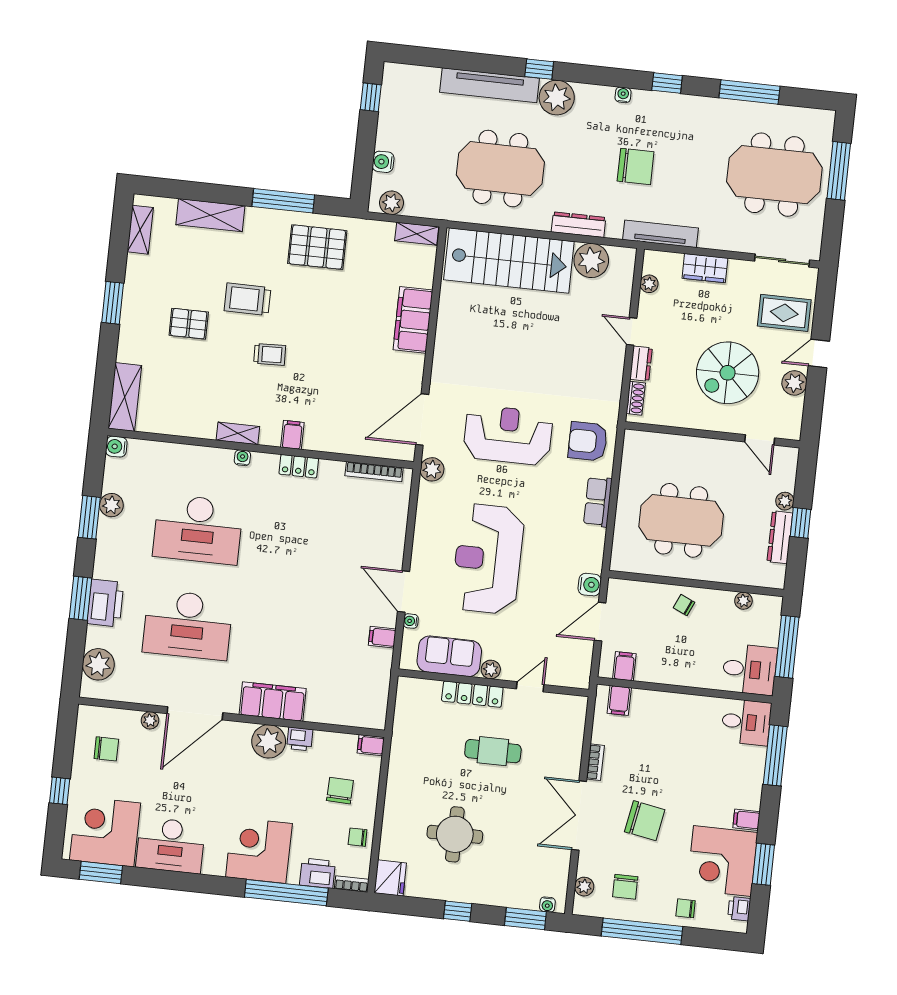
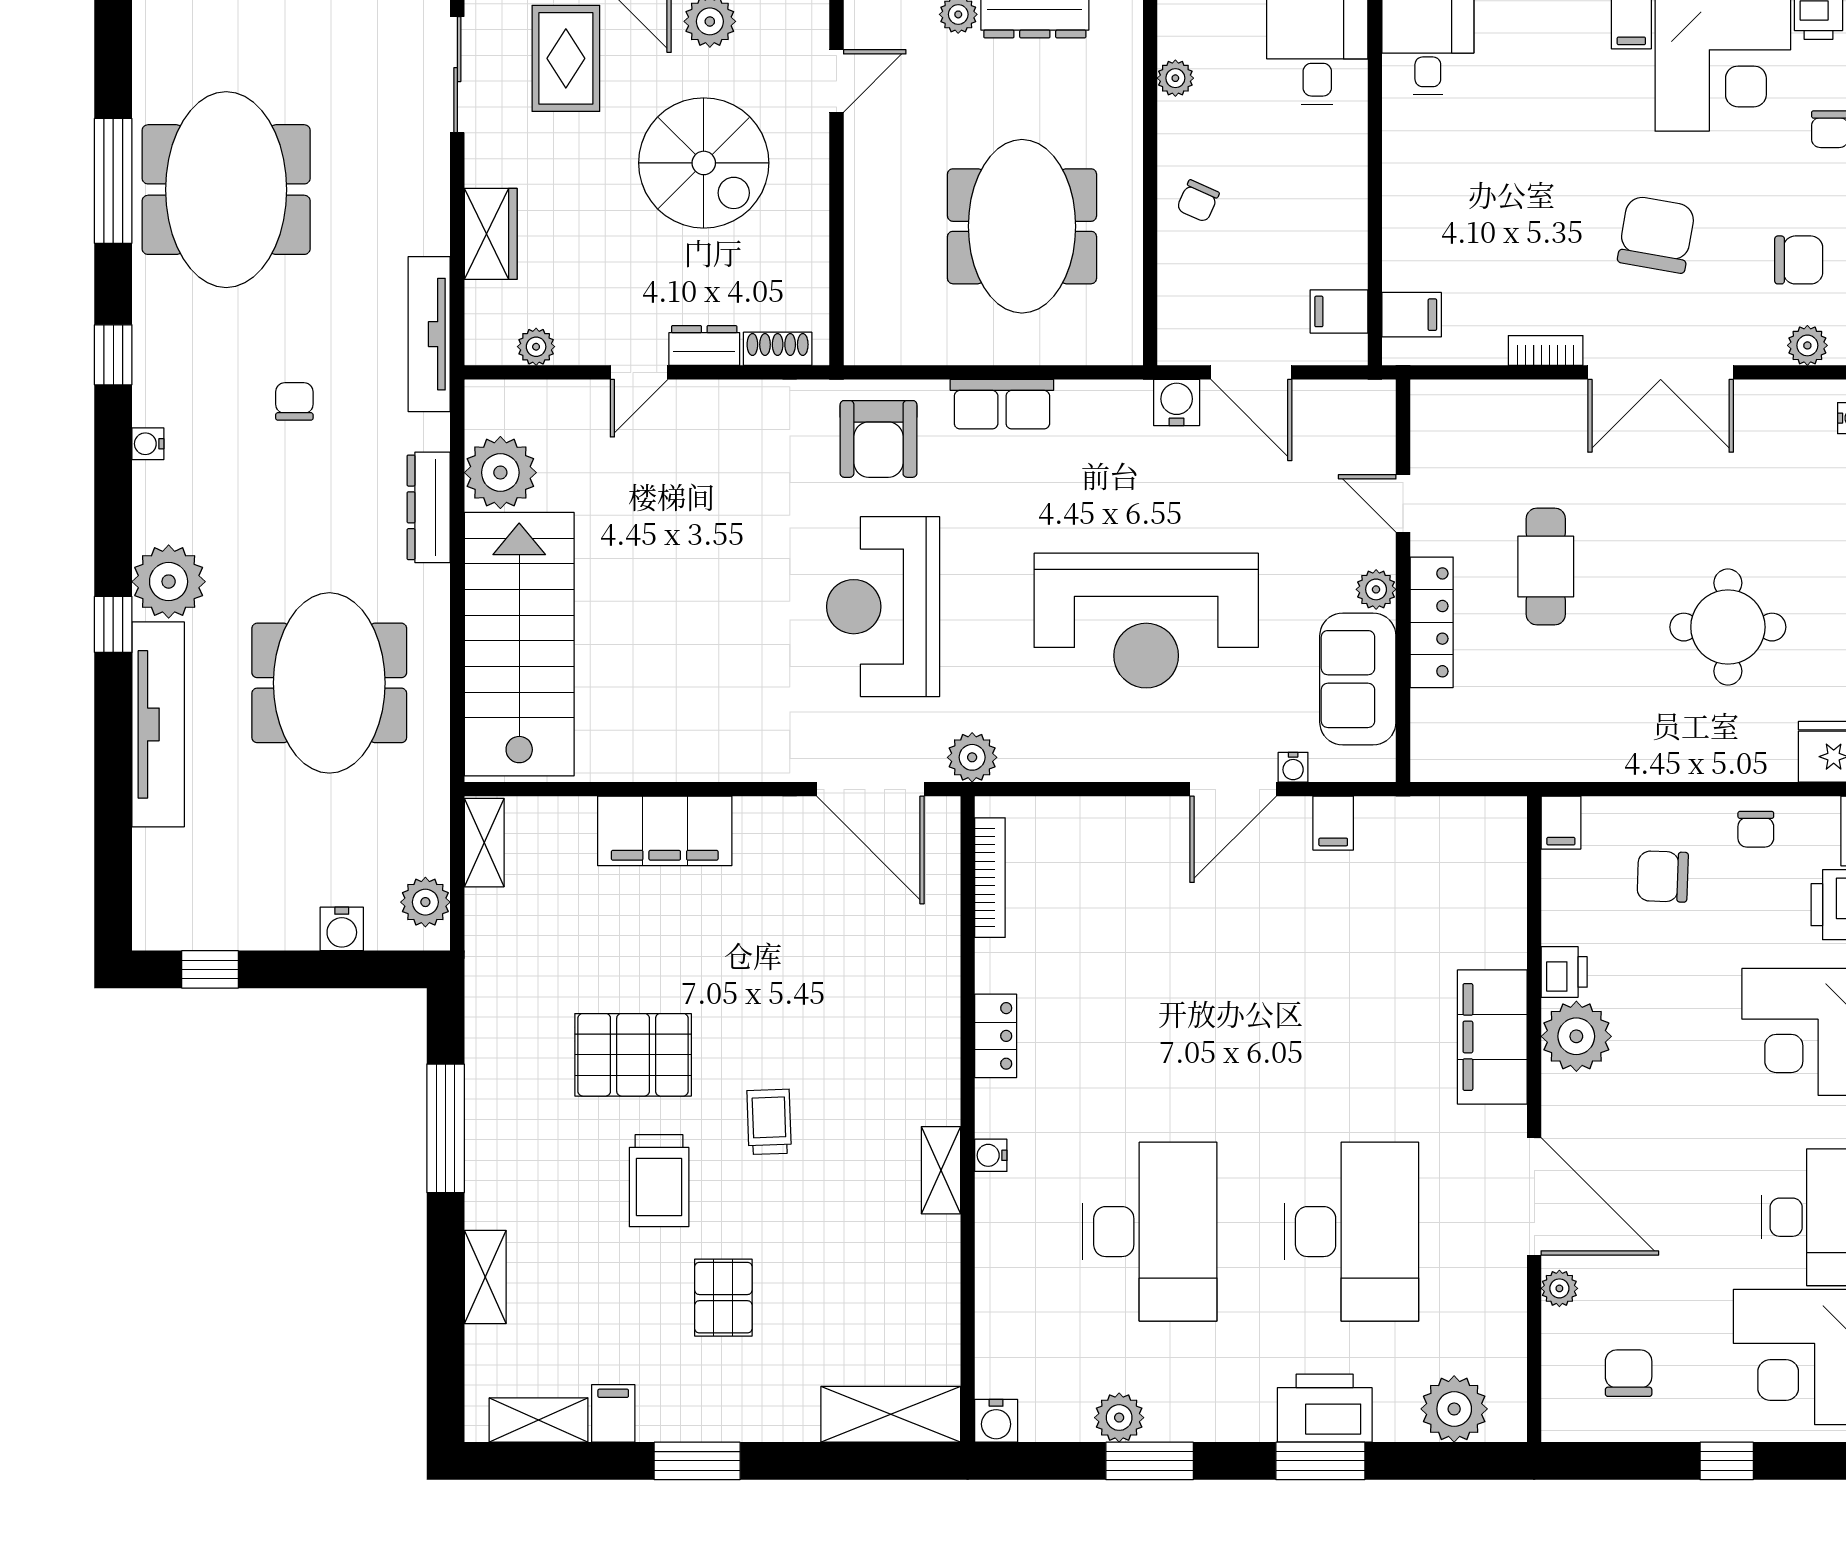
chair: (636, 166) -> (294, 401), width x0.54, depth x0.54
meeting table: (774, 175) -> (226, 190), moved
shelving: (210, 215) -> (485, 1277), width x0.67, depth x0.75
pallet: (317, 247) -> (633, 1055), moved, turned 90
filing cabinet: (292, 435) -> (613, 1413), moved, turned 90

